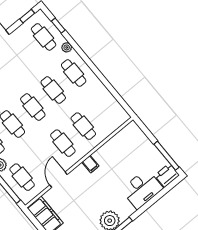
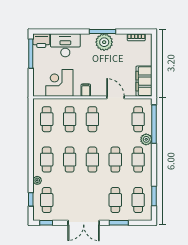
cafe table: (104, 109) -> (47, 119), added
corner desk: (119, 151) -> (59, 83), added
door: (58, 180) -> (115, 97), swing flipped

